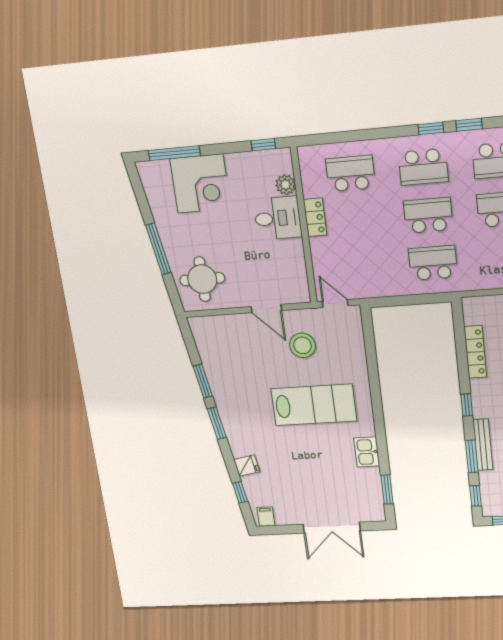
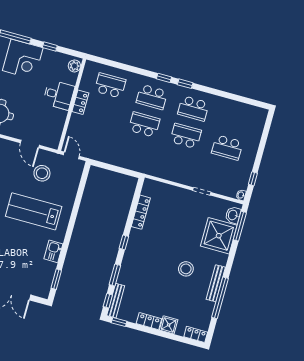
window: (263, 145) -> (50, 46), moved
plant: (286, 185) -> (74, 66), moved
school desk: (433, 263) -> (137, 152), removed
lab bench: (314, 405) -> (34, 211), turned 180
bench: (483, 445) -> (116, 301), moved

